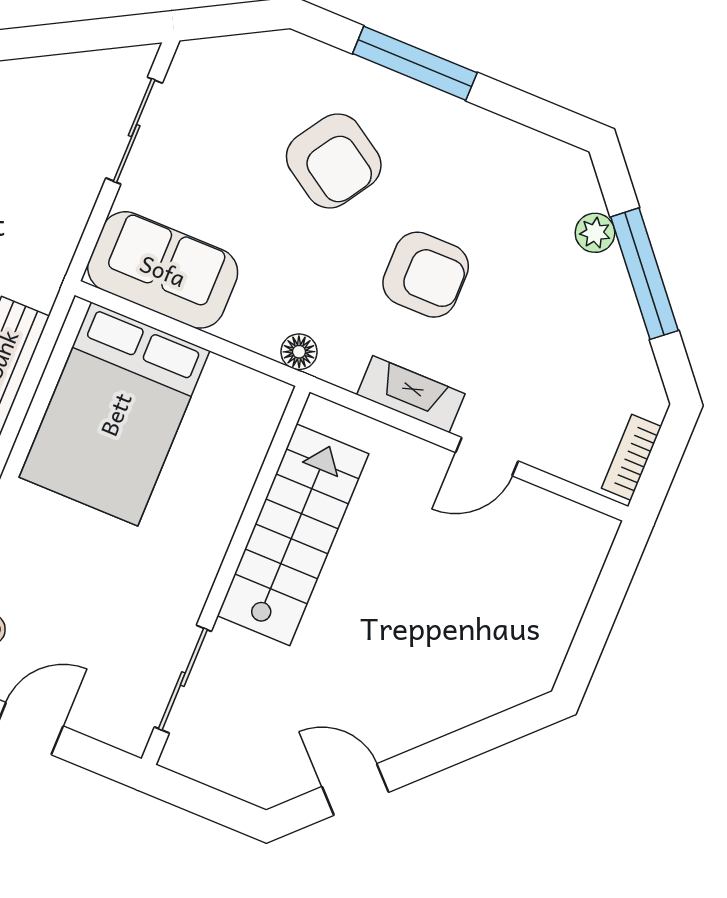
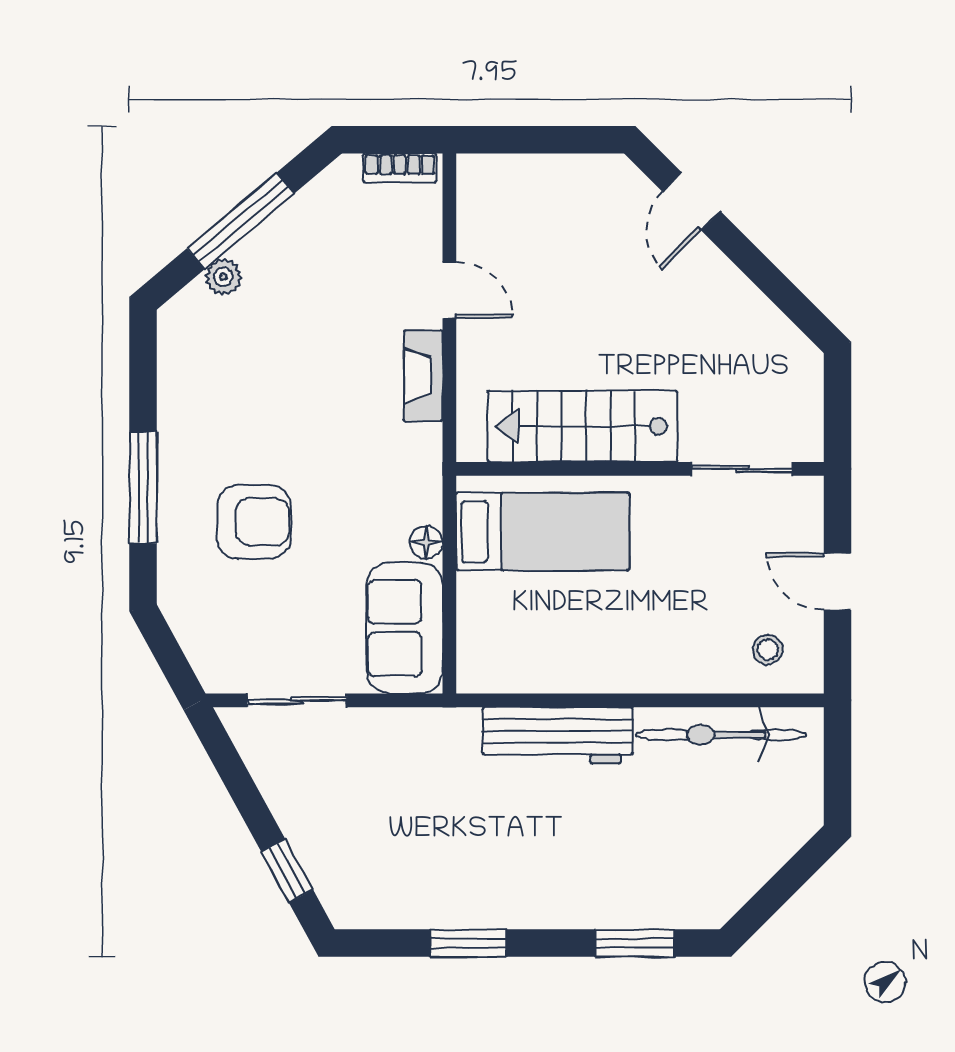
armchair: (334, 161) -> (254, 522), turned 57
armchair: (426, 275) -> (317, 405), removed
floor lamp: (299, 352) -> (426, 542), moved
bed: (115, 414) -> (543, 531), moved, width x0.67
door: (355, 789) -> (691, 201), moved

